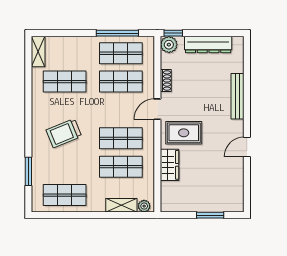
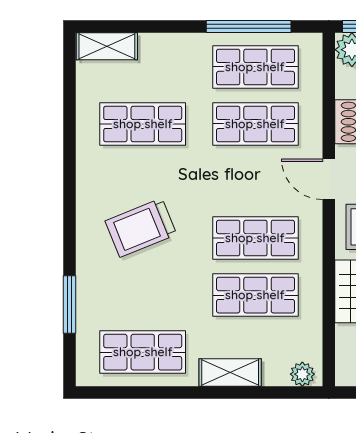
shelving: (38, 52) -> (107, 46), moved, turned 90
door: (157, 109) -> (329, 179), hinge flipped
shelving: (121, 205) -> (230, 373), moved

